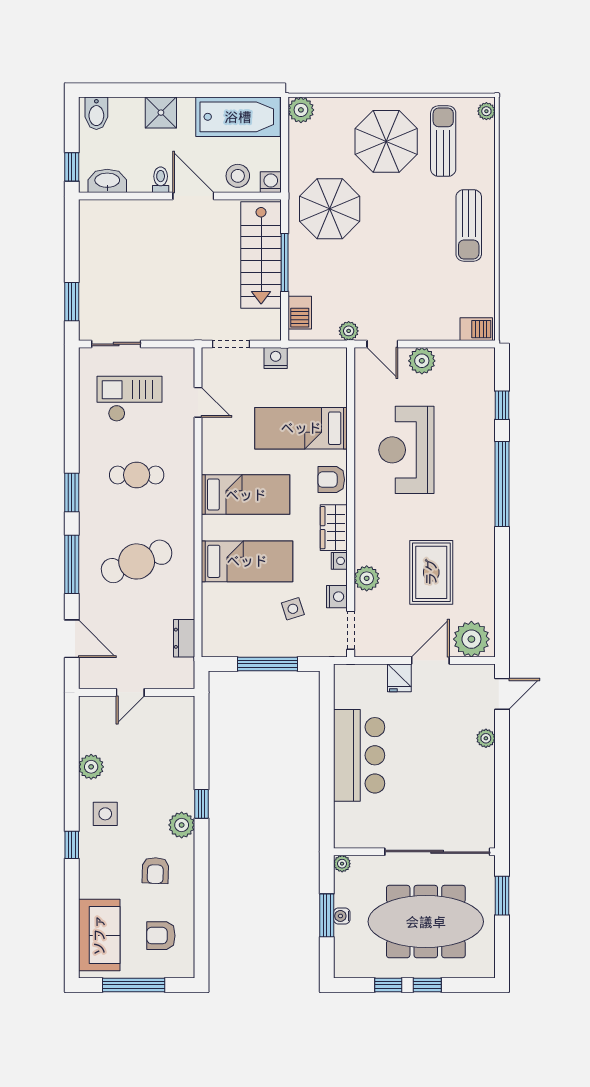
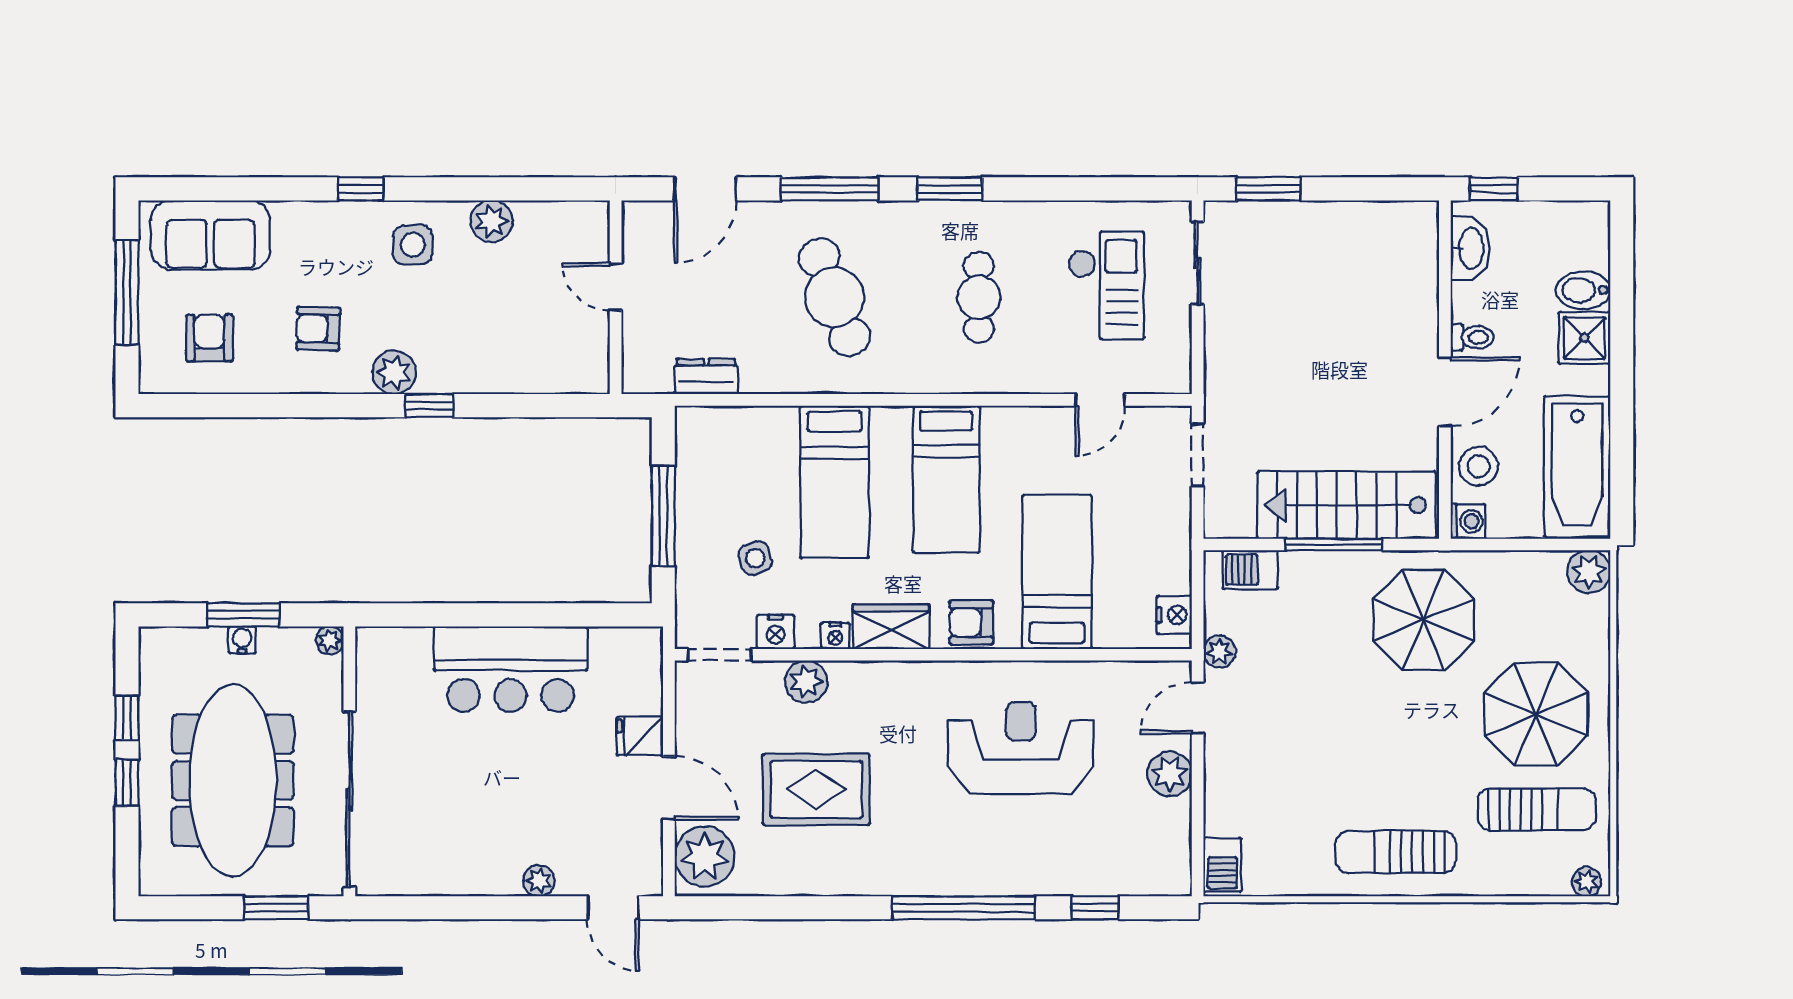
bidet: (96, 113) -> (1583, 290), moved
nightstand: (276, 358) -> (1174, 615), moved
armchair: (331, 480) -> (971, 622), turned -90

